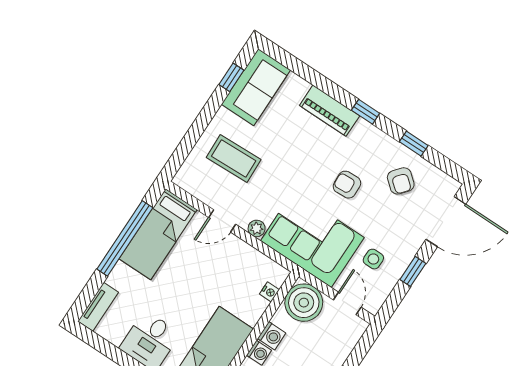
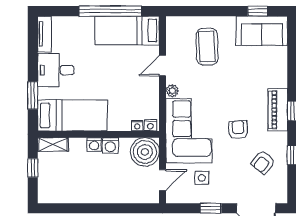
piano: (330, 111) -> (278, 110), moved
door: (222, 221) -> (163, 66), hinge flipped
nightstand: (279, 277) -> (150, 125), added
tv unit: (98, 307) -> (45, 34), moved, turned -90

